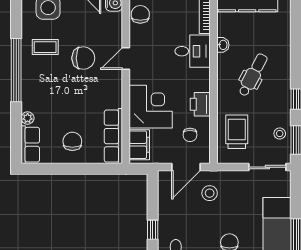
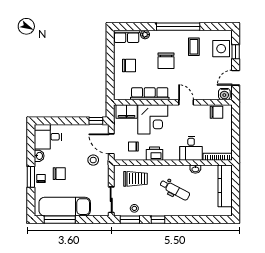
chair: (83, 58) -> (166, 61), moved
row of seats: (113, 136) -> (150, 94), moved
window: (153, 230) -> (96, 121), moved

